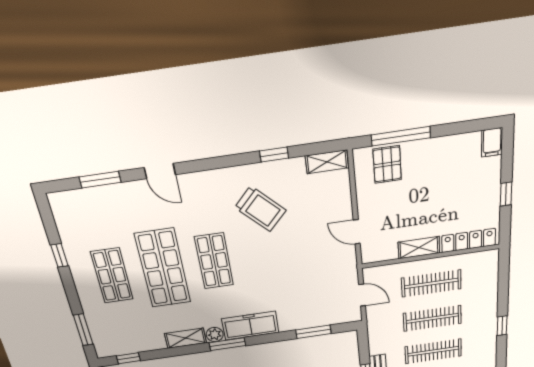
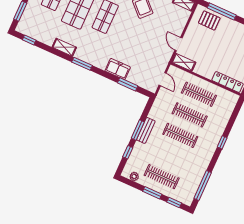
pallet: (387, 164) -> (209, 20), turned 90
shelving: (419, 248) -> (184, 62), moved
freezer: (250, 326) -> (118, 69), moved, width x0.71
plant: (215, 334) -> (79, 54), removed

